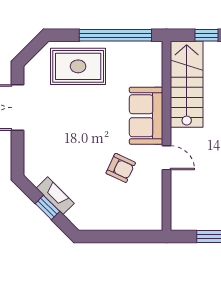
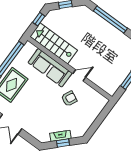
sofa: (146, 116) -> (50, 68), width x1.36

